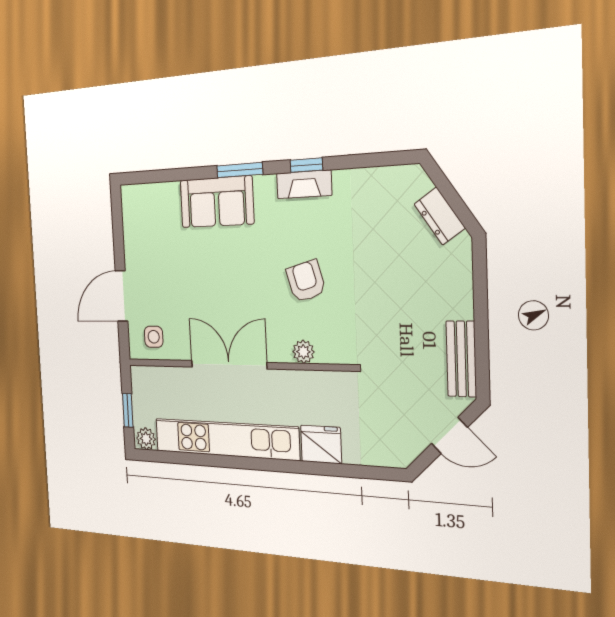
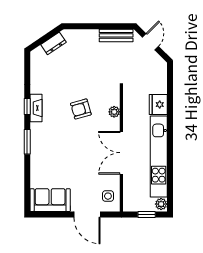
sofa: (217, 202) -> (50, 200), moved, turned -90

